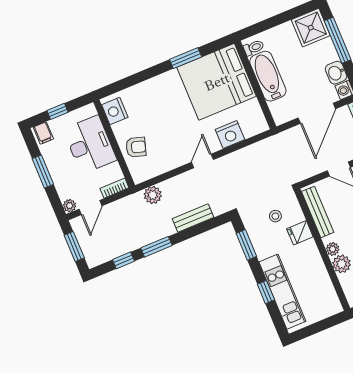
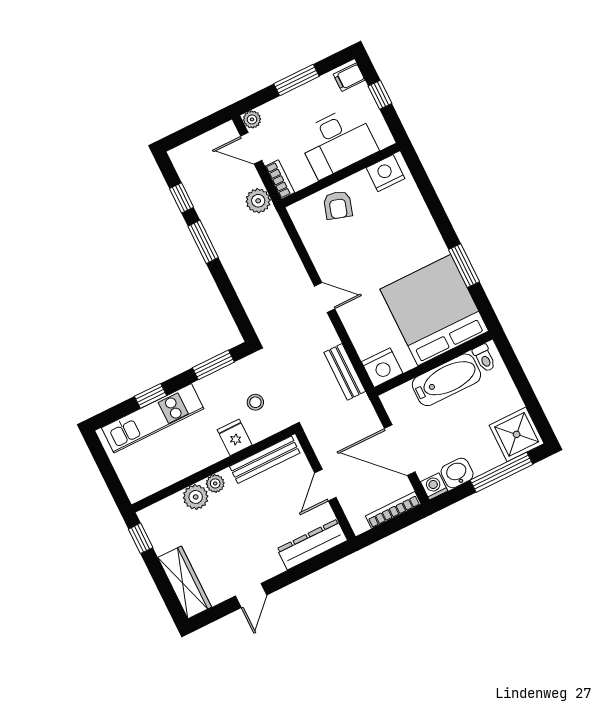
nightstand: (230, 135) -> (382, 368), moved, turned -90
plant: (153, 195) -> (258, 201), moved
bench: (193, 218) -> (345, 372), moved
window: (74, 246) -> (196, 129), removed

